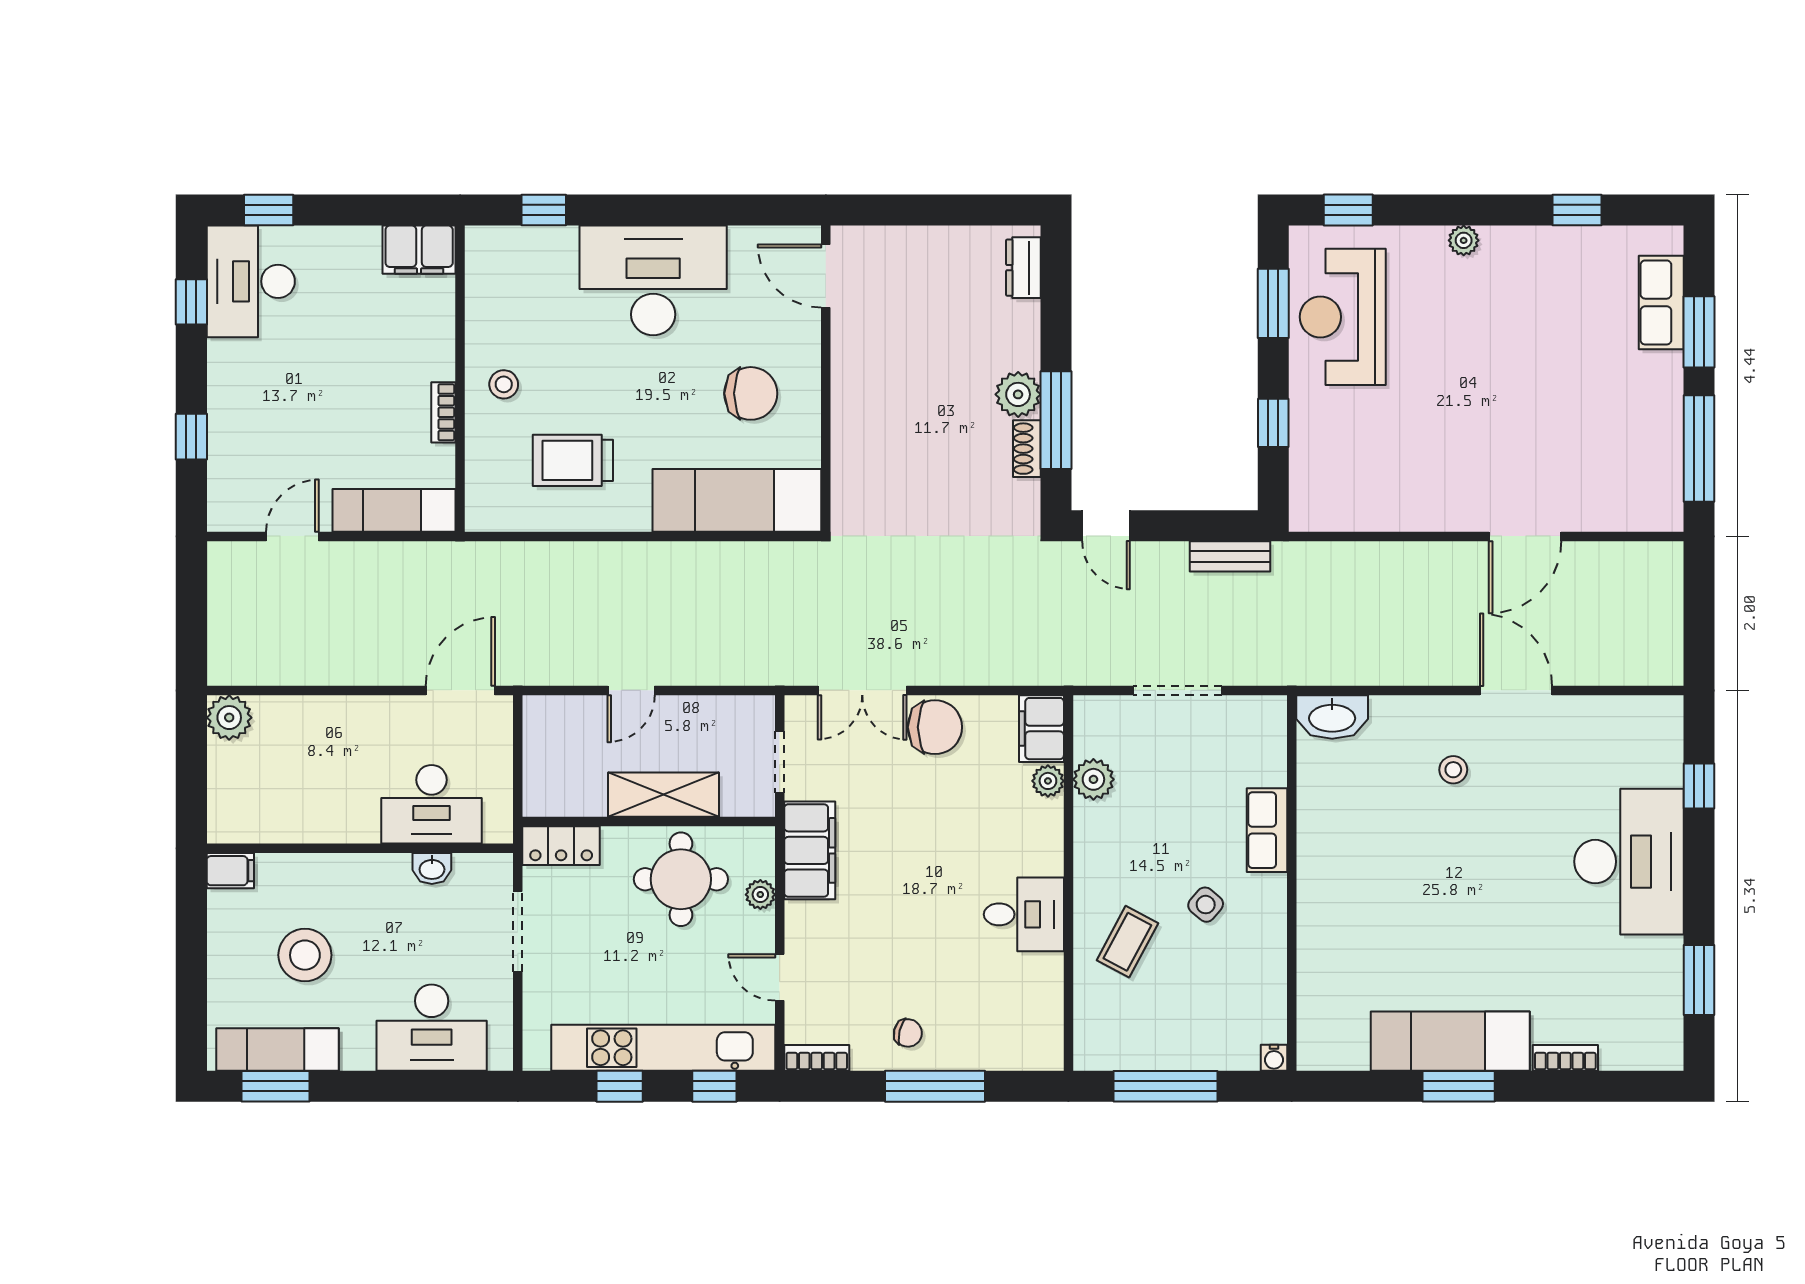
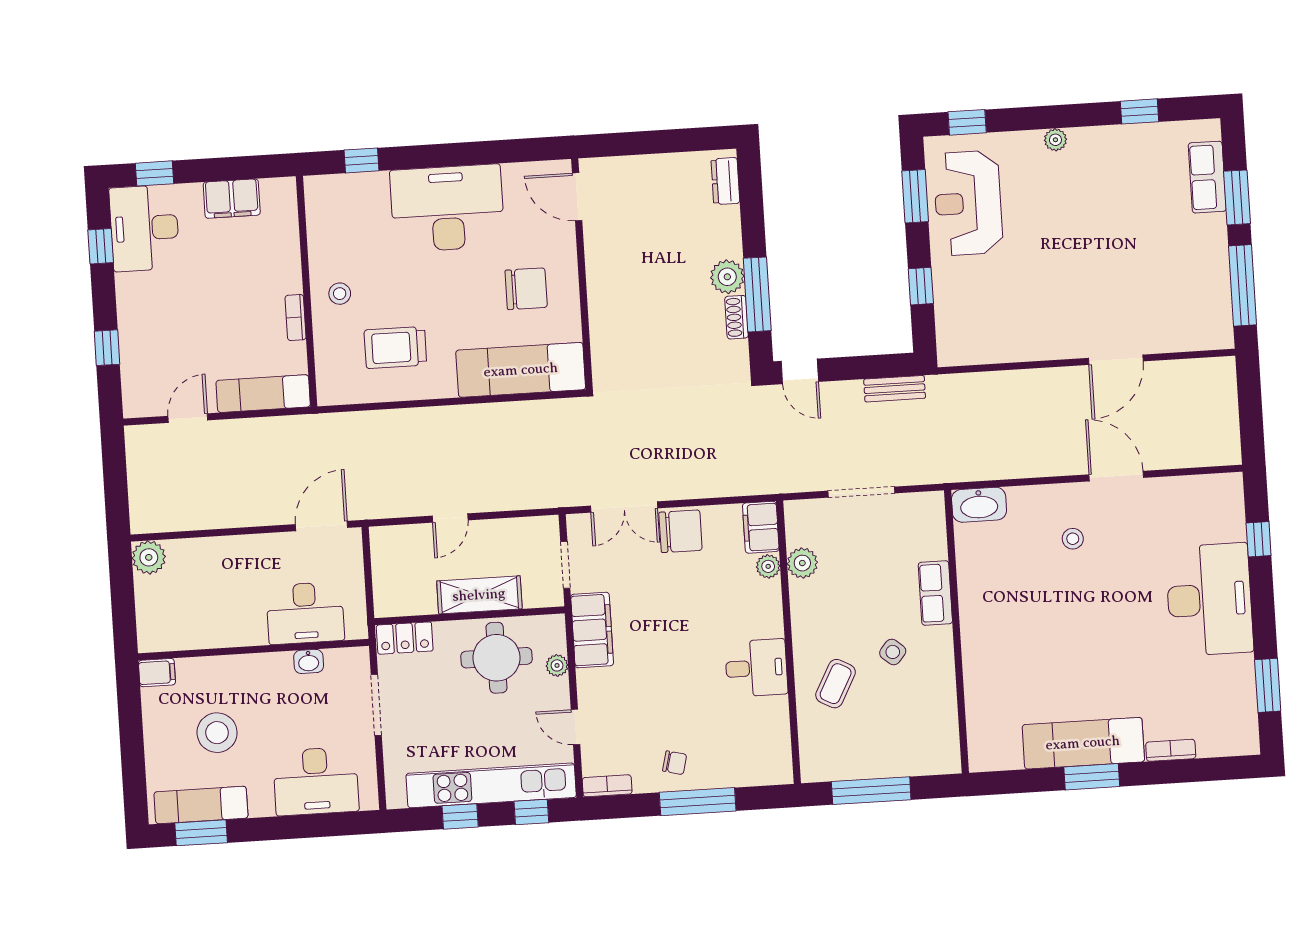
filing cabinet: (419, 250) -> (232, 199), moved
water cooler: (1274, 1058) -> (951, 764), removed

